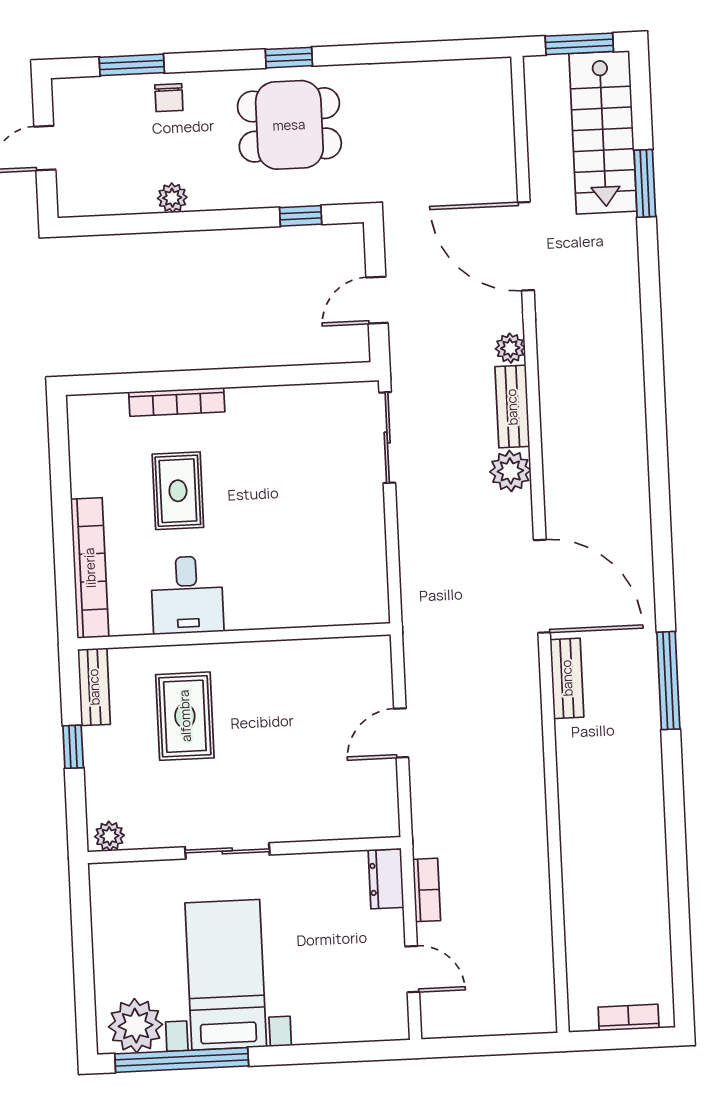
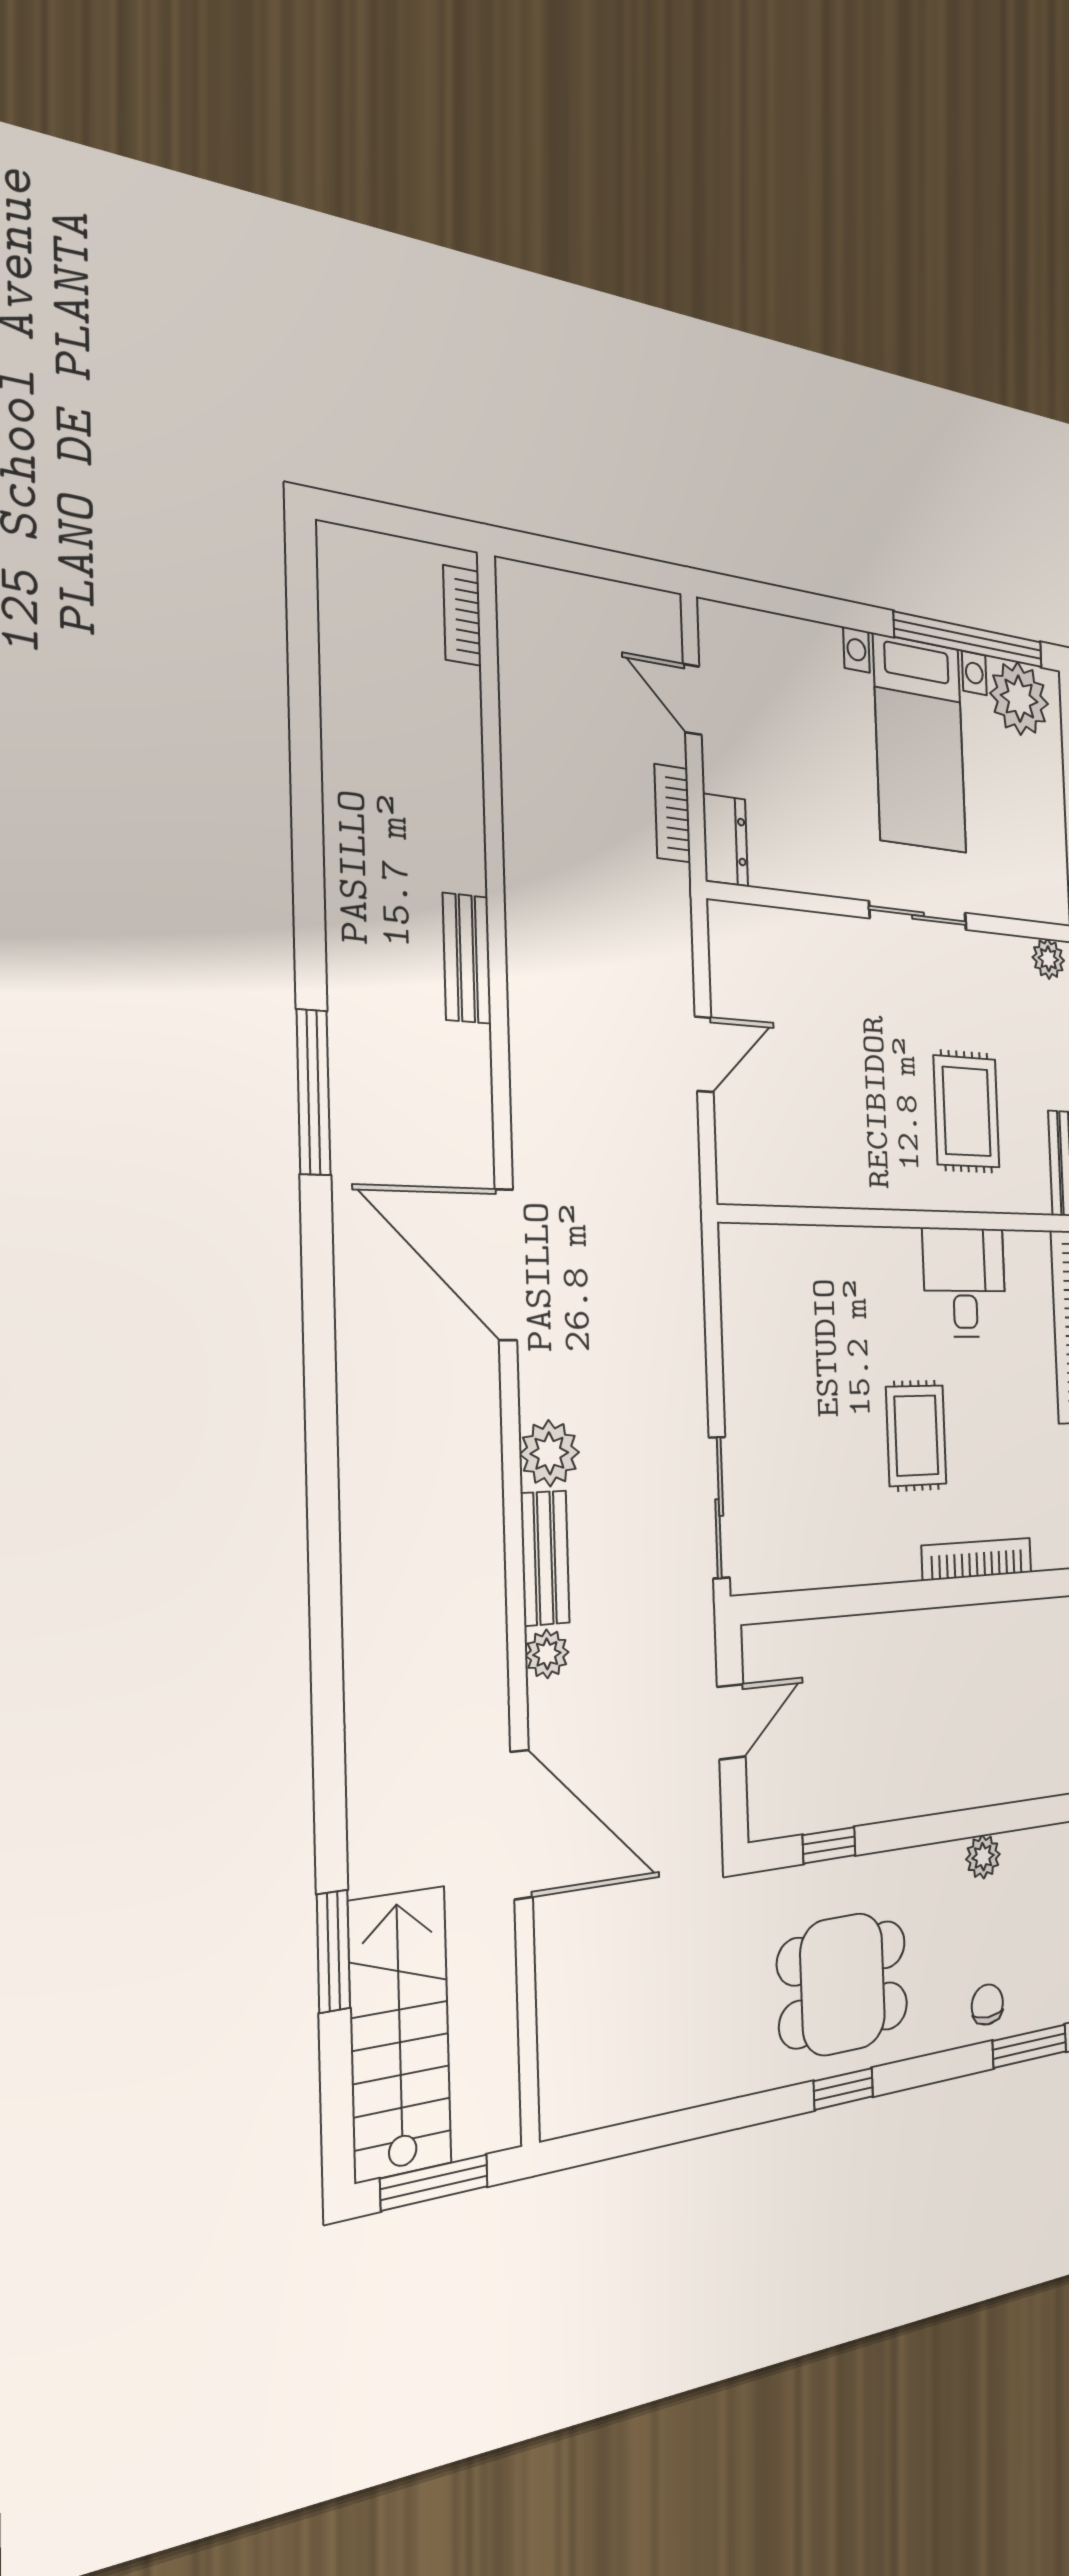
rug: (178, 491) -> (916, 1436), moved
bench: (567, 678) -> (467, 958), moved
bookcase: (629, 1018) -> (462, 615), moved, turned 90

